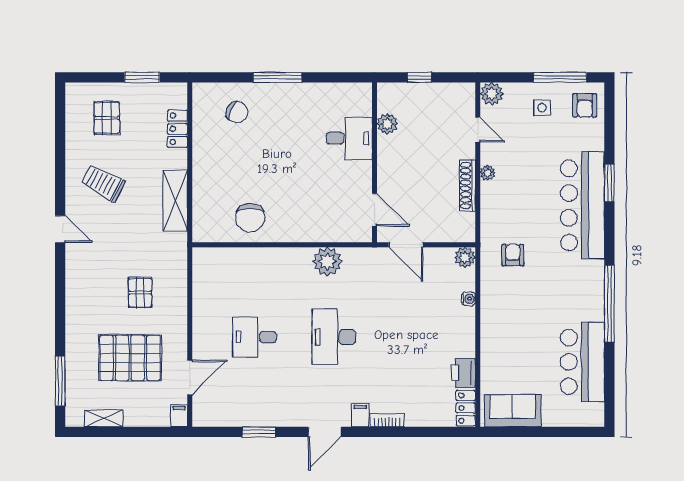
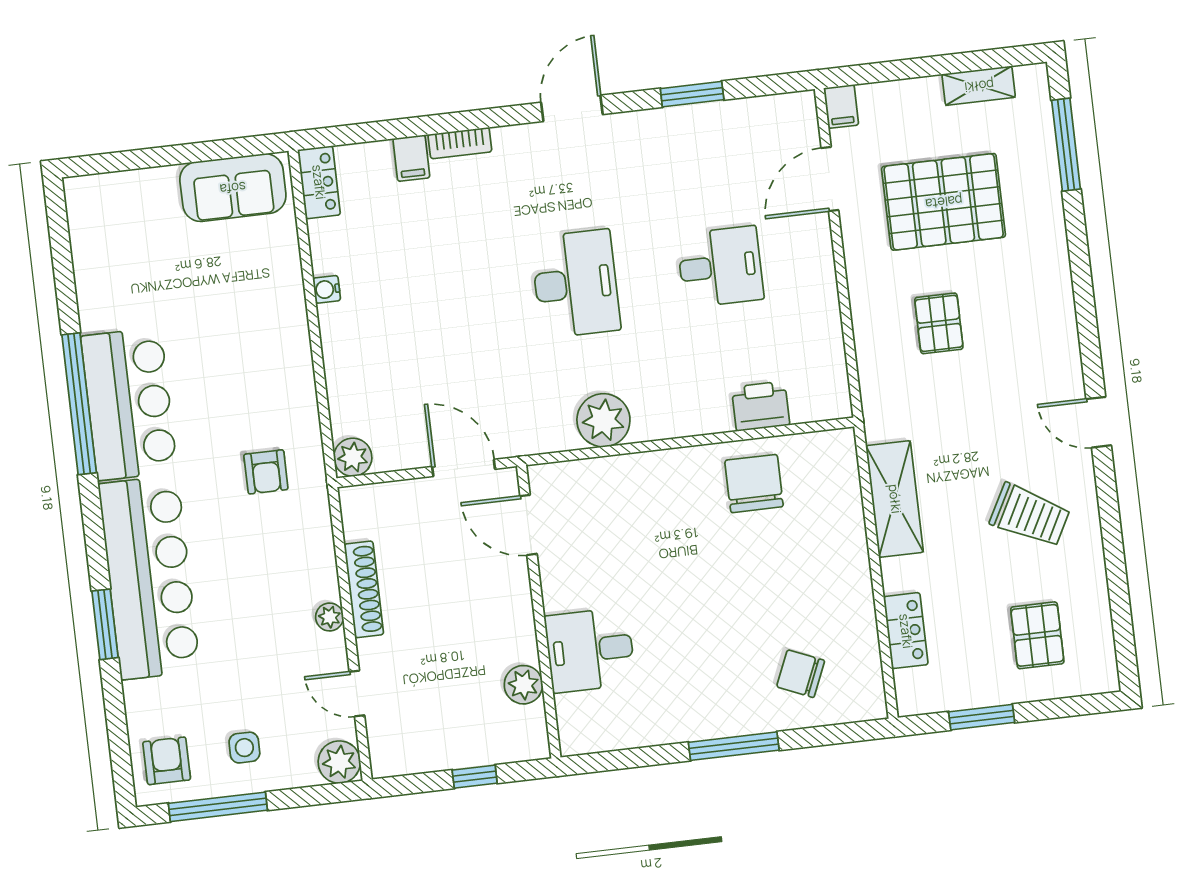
water cooler: (468, 299) -> (327, 289), moved
bar counter: (582, 362) -> (129, 404), moved
printer: (463, 373) -> (761, 406), moved, turned -90
filing cabinet: (360, 415) -> (411, 158), moved

